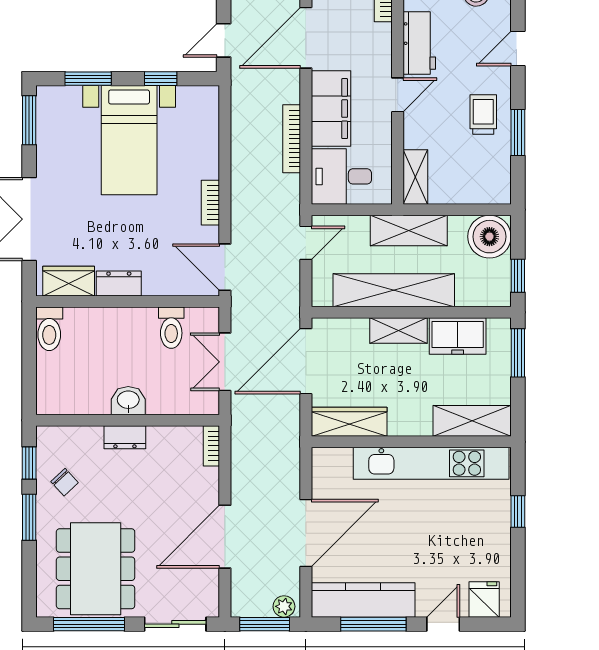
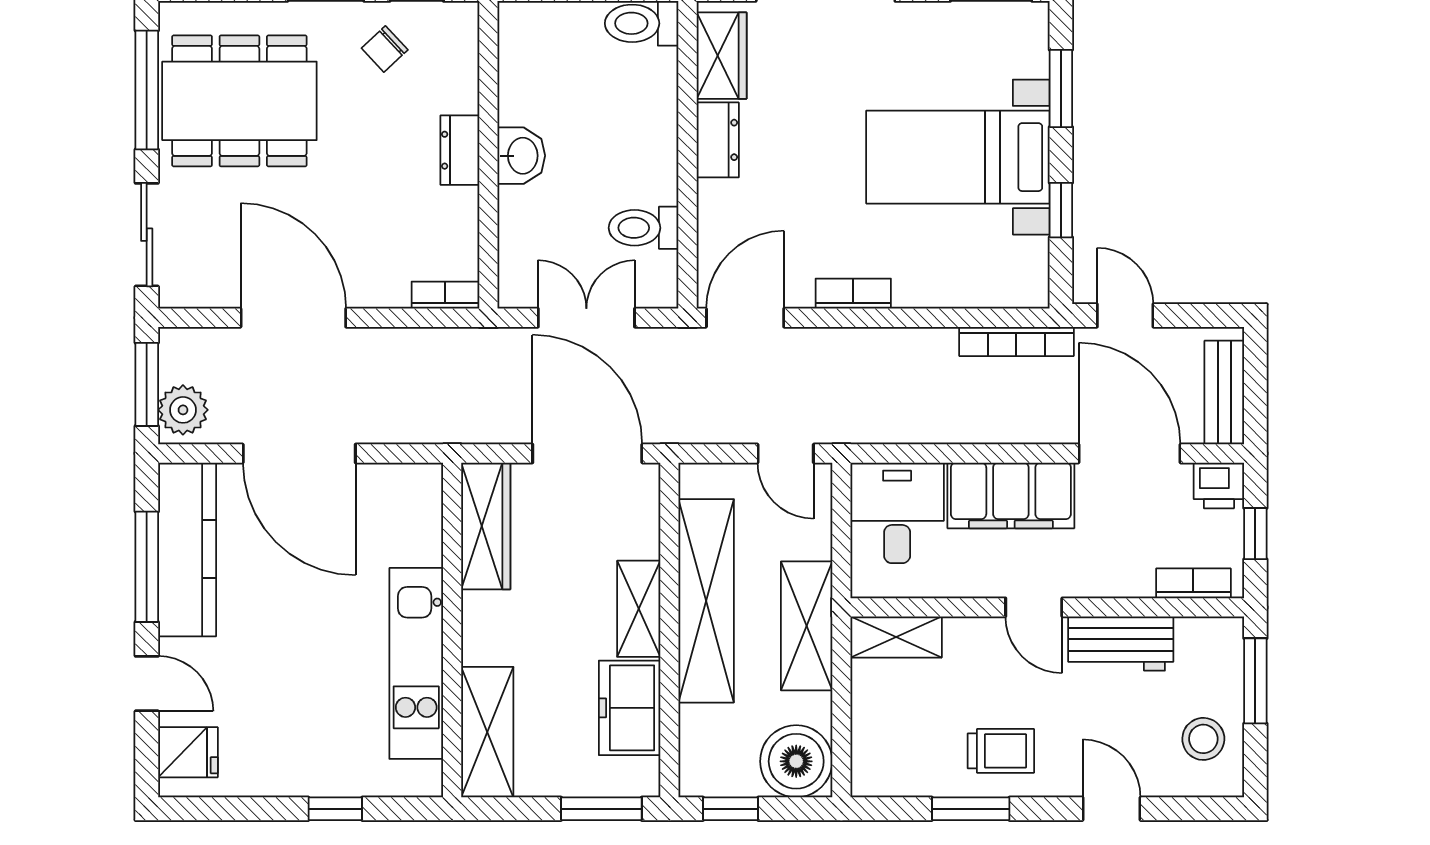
bookcase: (292, 139) -> (1016, 341), moved, turned 180
kitchen unit: (431, 463) -> (416, 663), width x0.73
plant: (284, 606) -> (183, 410), width x1.38, depth x1.38

